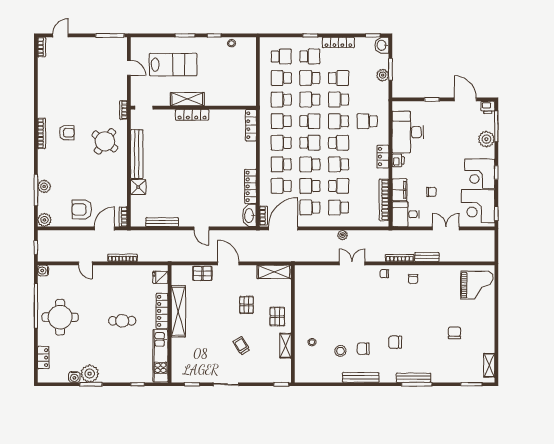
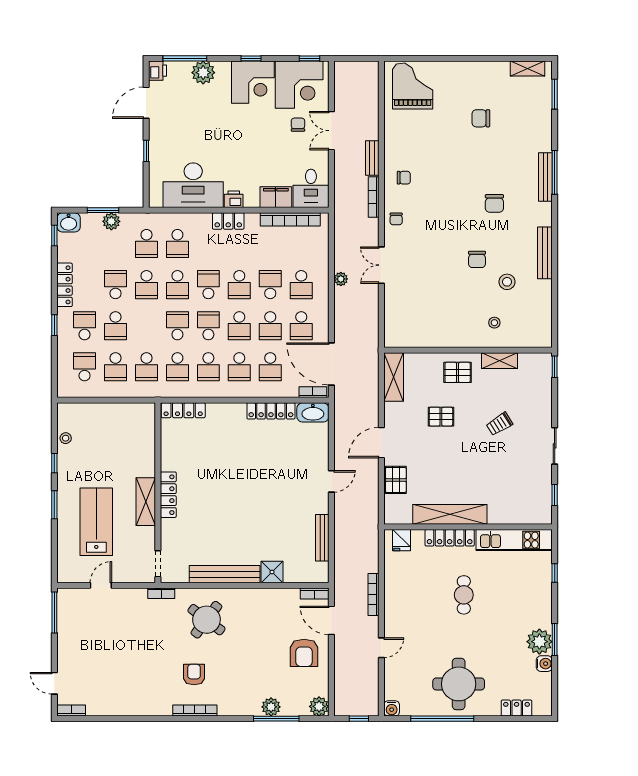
school desk: (310, 100) -> (146, 244), moved
chair: (431, 192) -> (298, 125), moved
chair: (363, 349) -> (477, 259), moved

